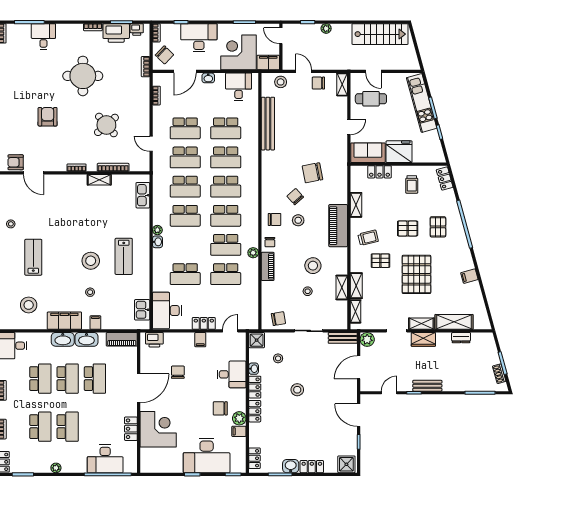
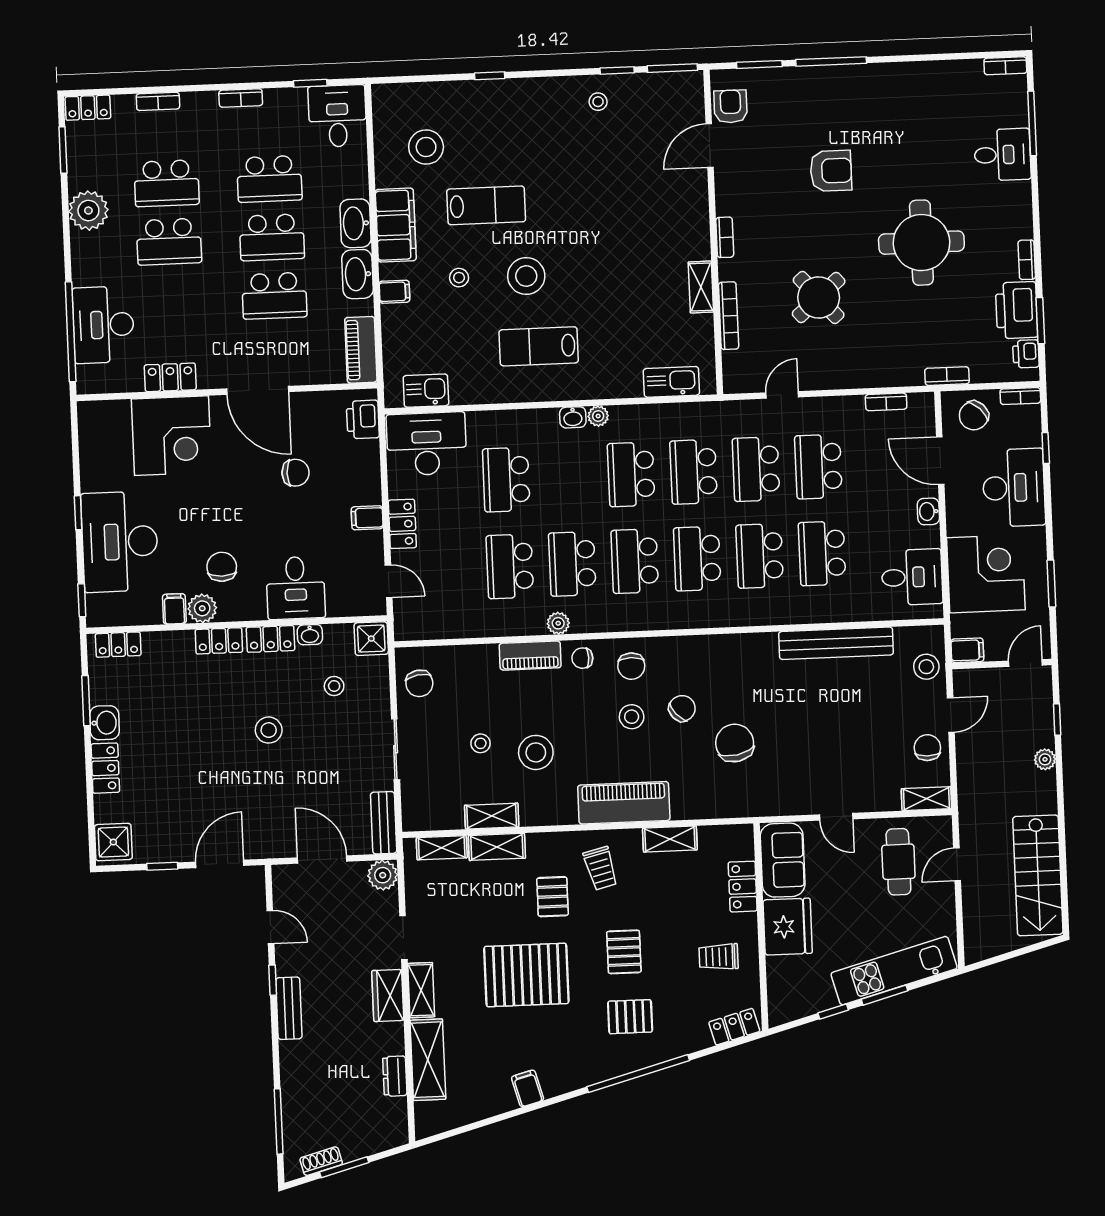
filing cabinet: (268, 63) -> (967, 650), width x0.50
lab bench: (33, 257) -> (486, 205), moved
plant: (56, 468) -> (88, 211), width x1.87, depth x1.87

